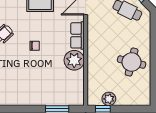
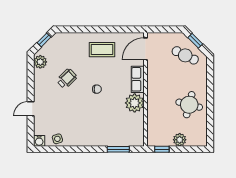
plant: (109, 99) -> (180, 140), moved

